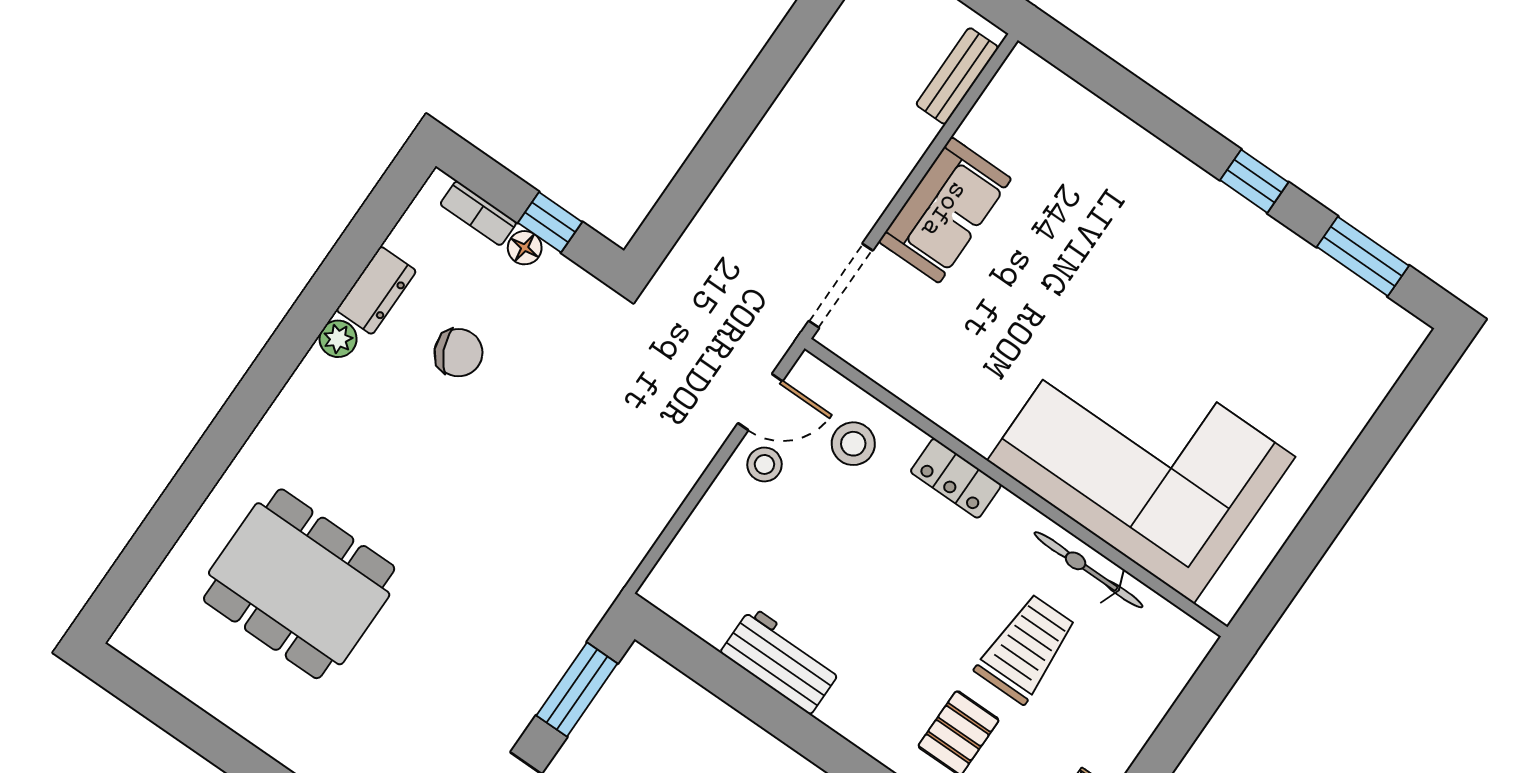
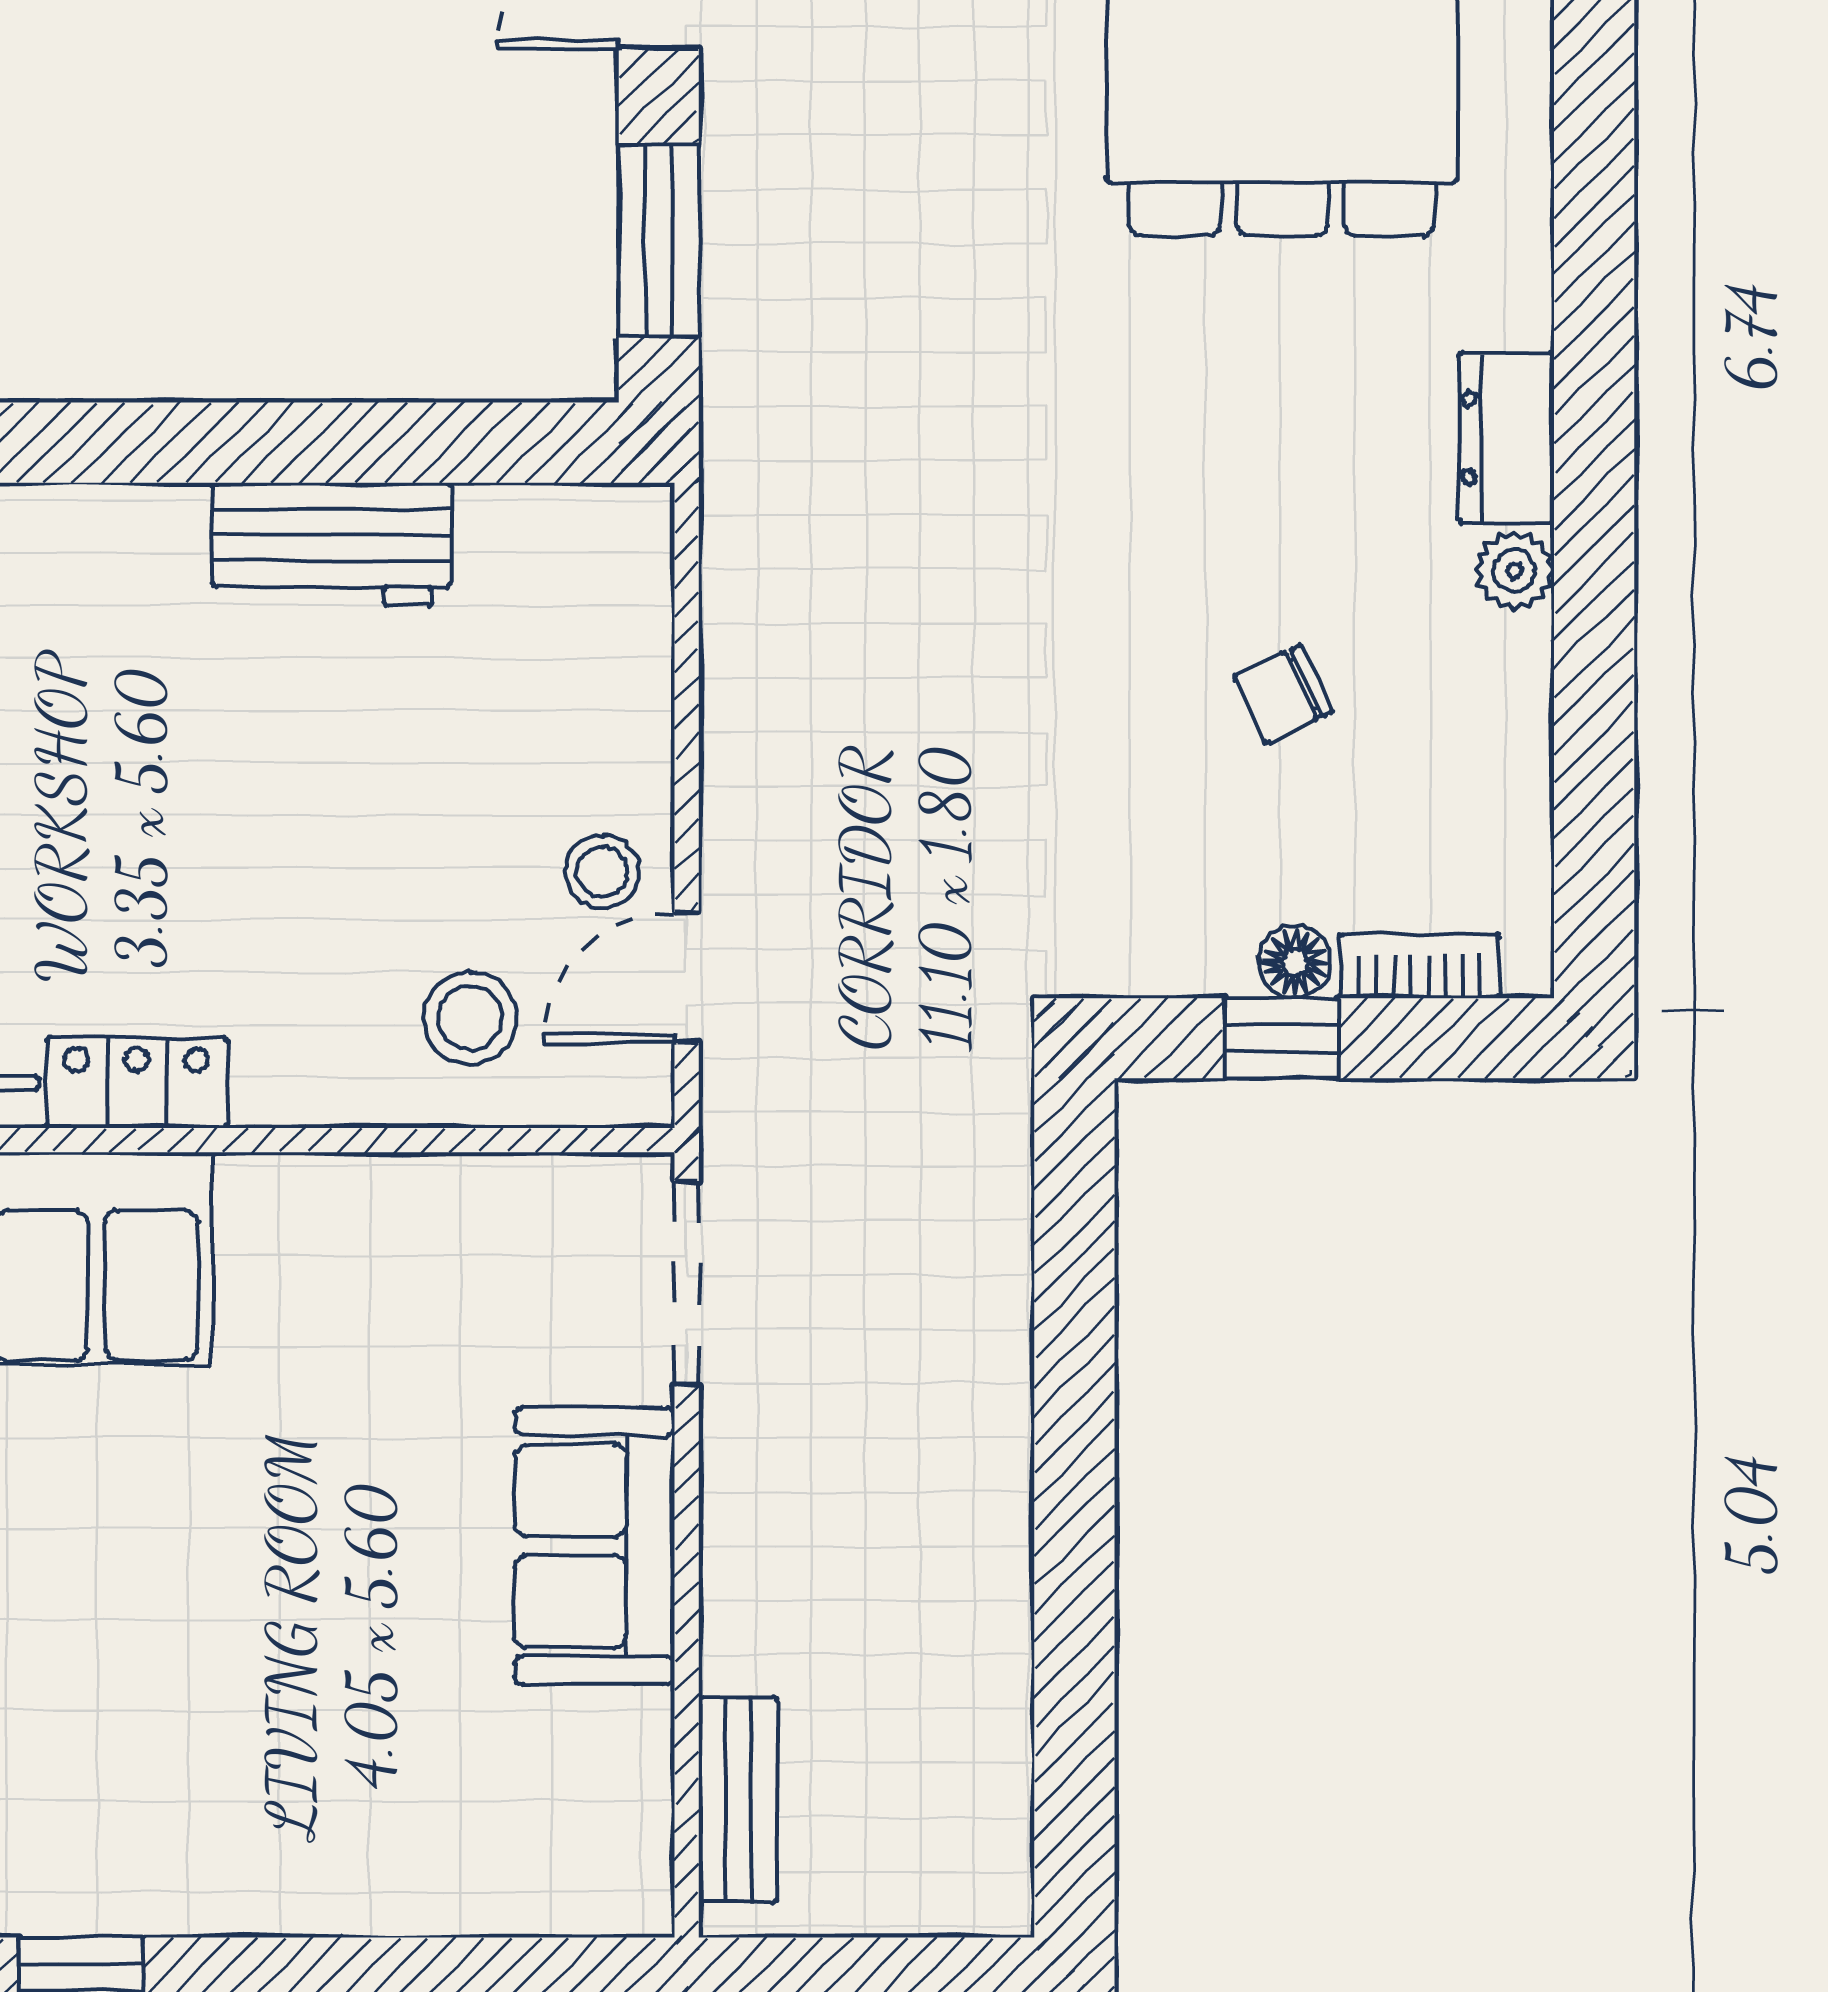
dresser: (376, 290) -> (1506, 438), moved
chair: (458, 353) -> (1284, 694), width x0.73, depth x0.73
locker: (956, 478) -> (137, 1083), moved

